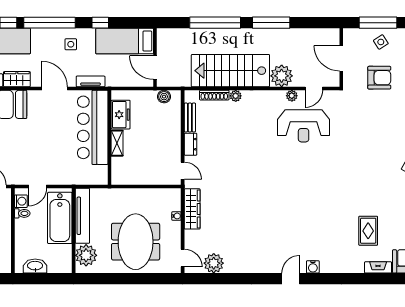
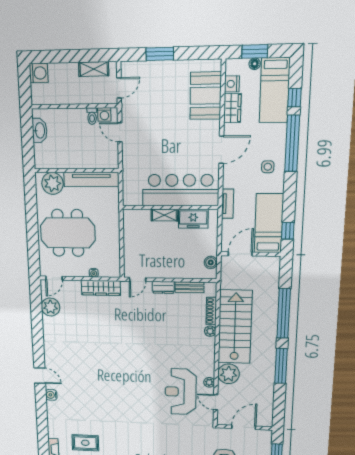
window: (100, 23) -> (288, 231), moved
tv unit: (91, 81) -> (228, 204), moved
bathtub: (60, 218) -> (89, 156), removed

